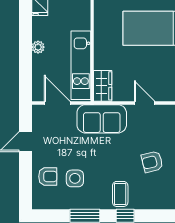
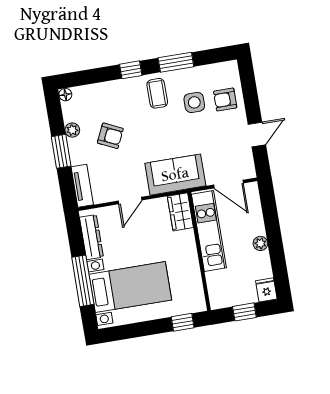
door: (145, 103) -> (130, 201), hinge flipped
armchair: (152, 162) -> (110, 136), turned 39
coffee table: (120, 194) -> (157, 93), moved

